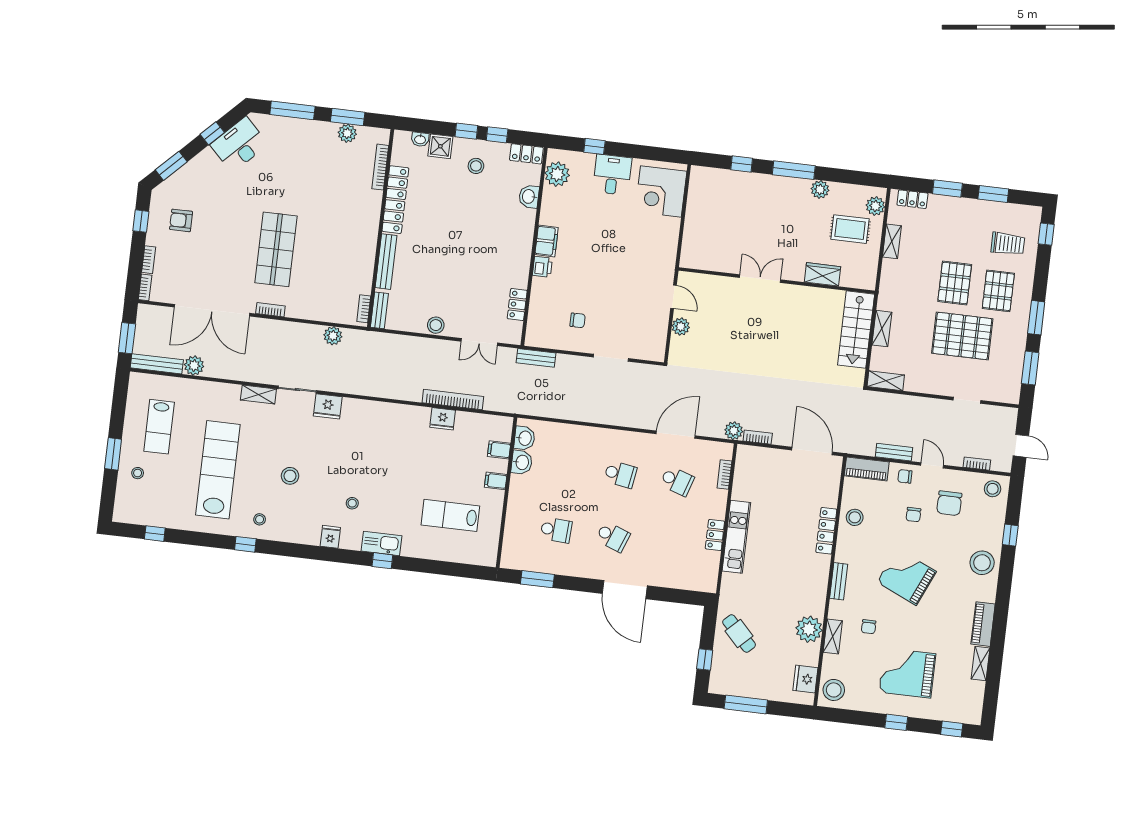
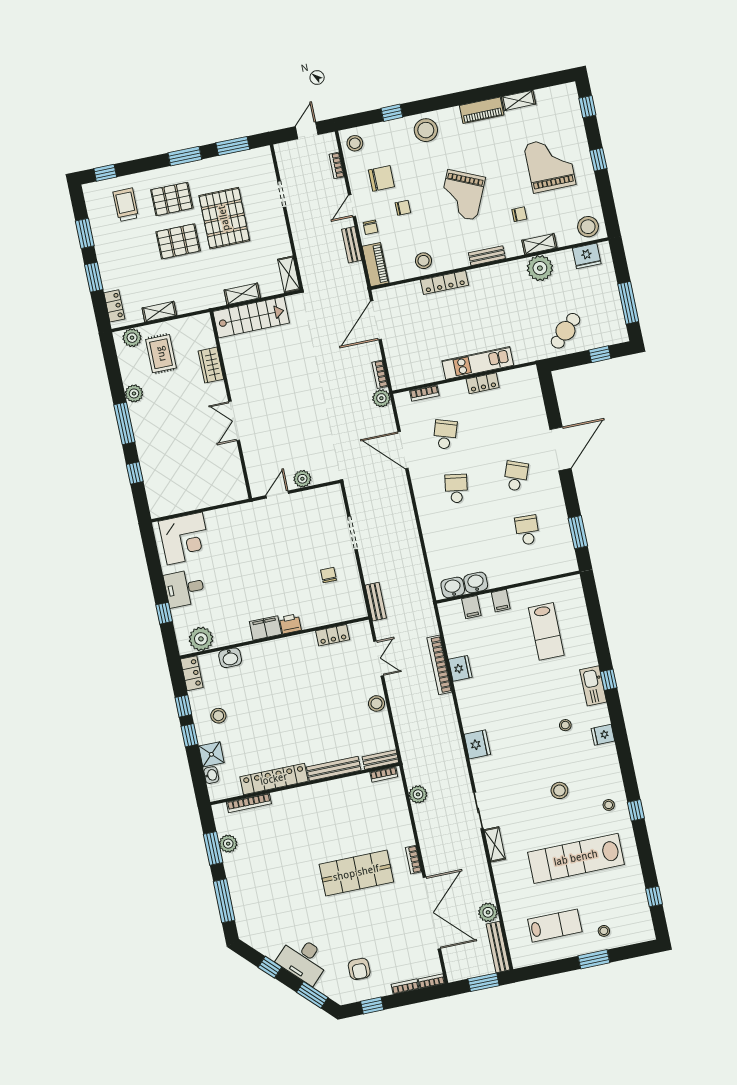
desk: (239, 145) -> (303, 960), moved
fridge: (328, 406) -> (477, 744), moved
grand piano: (907, 673) -> (550, 164), turned 180

